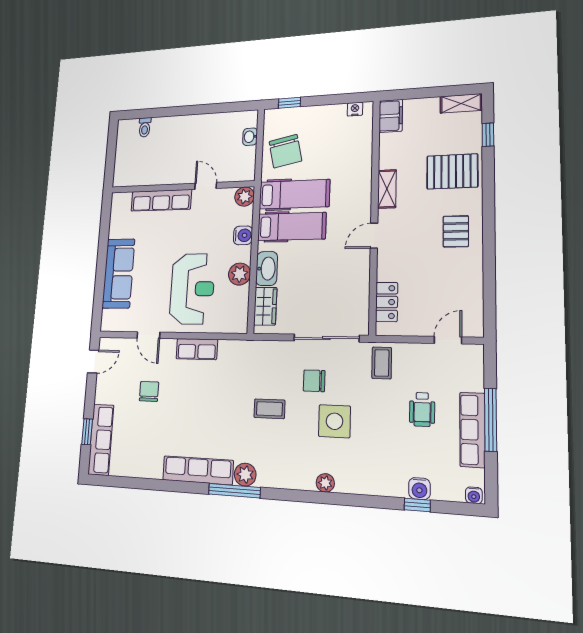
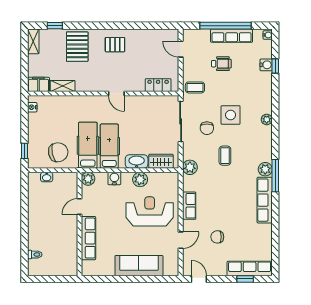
shelving: (387, 189) -> (63, 86), moved
plant: (254, 352) -> (190, 167), added
window: (491, 420) -> (225, 26), width x1.46

